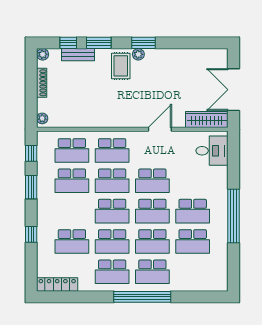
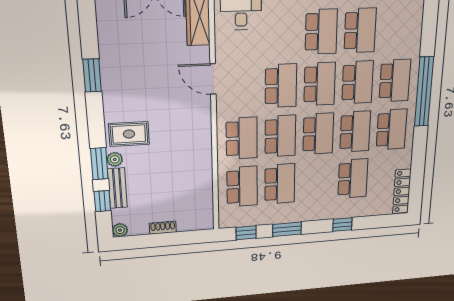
window: (143, 43) -> (92, 76), moved
plant: (138, 54) -> (115, 159), moved
shoe rack: (42, 83) -> (163, 228), width x0.70
plant: (42, 118) -> (202, 224), removed

